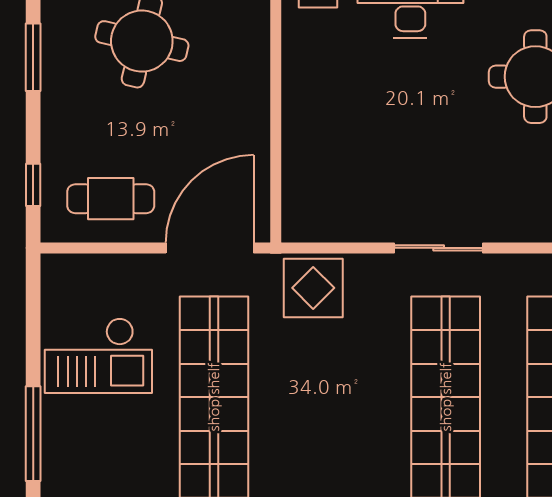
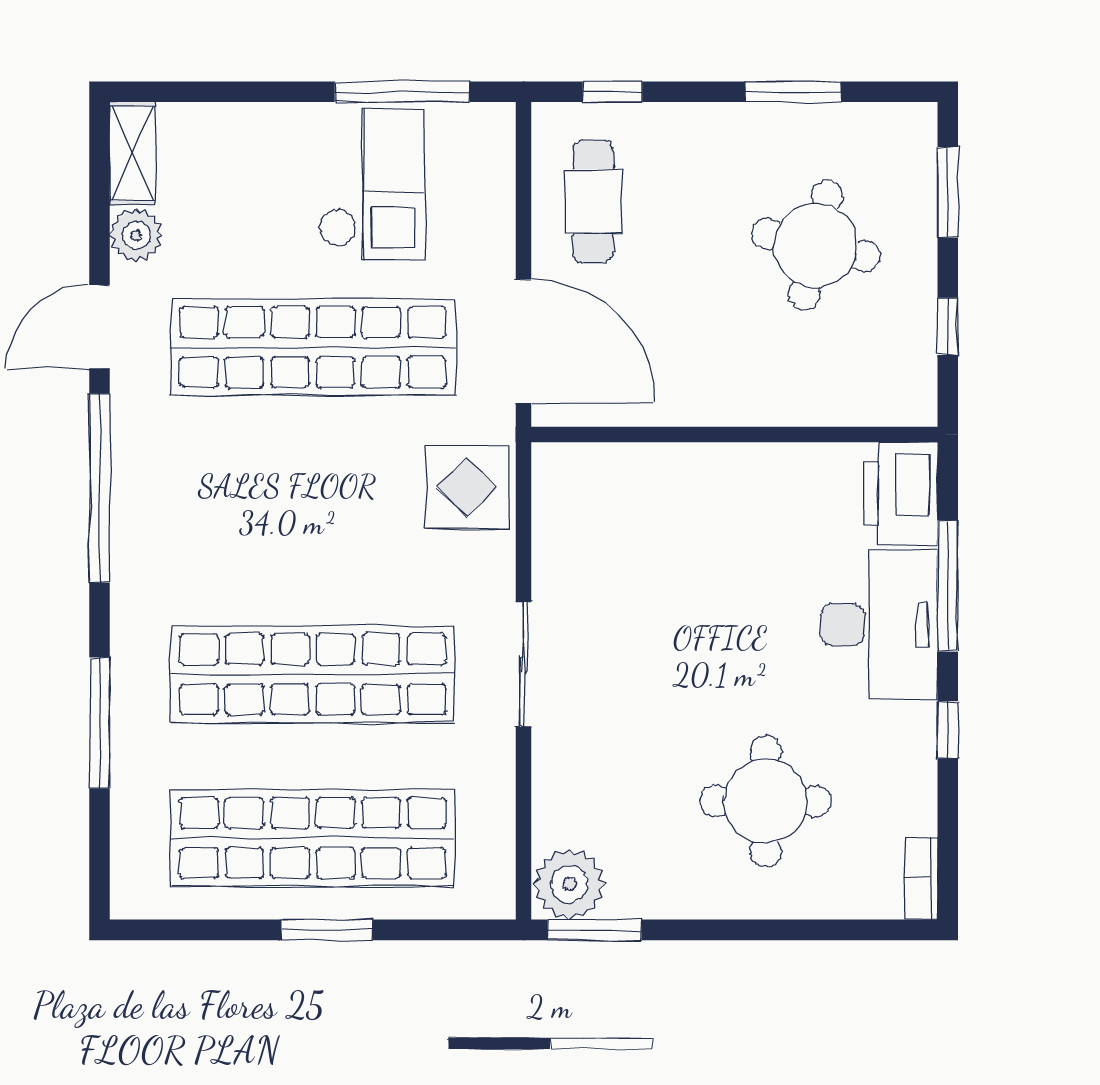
checkout: (98, 356) -> (371, 184), turned 180
window: (33, 434) -> (402, 92), moved

